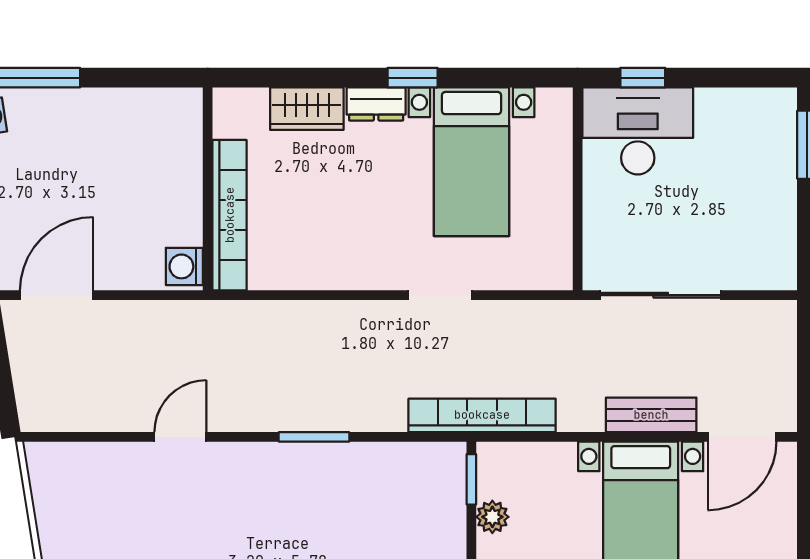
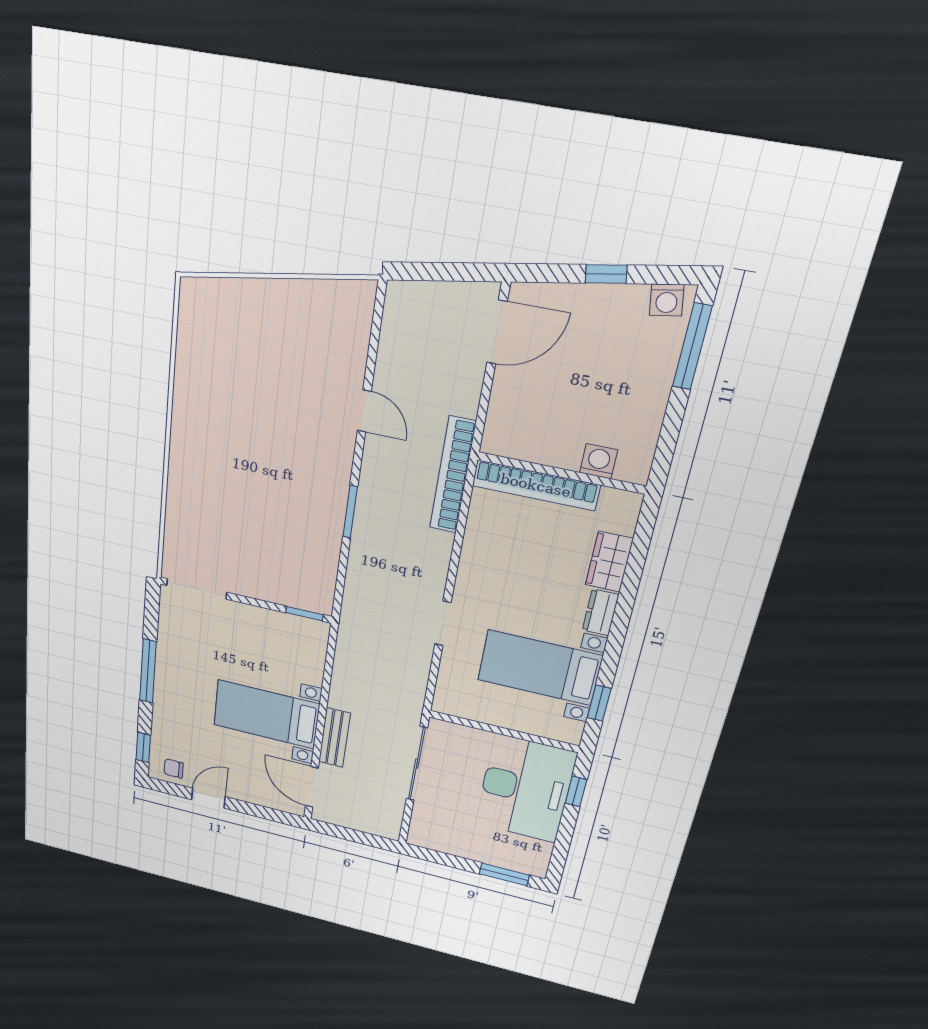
window: (413, 78) -> (599, 703), moved
desk: (638, 131) -> (525, 789), width x1.36, depth x1.30
washing machine: (184, 266) -> (599, 461), moved
door: (57, 295) -> (497, 332), hinge flipped
bookcase: (482, 415) -> (453, 475), moved, turned 180
plant: (492, 517) -> (276, 621), removed

